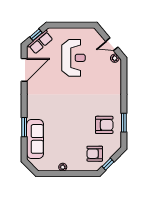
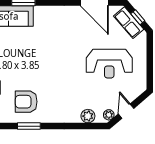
plant: (116, 75) -> (88, 116), added
armchair: (104, 125) -> (26, 102), turned 90

